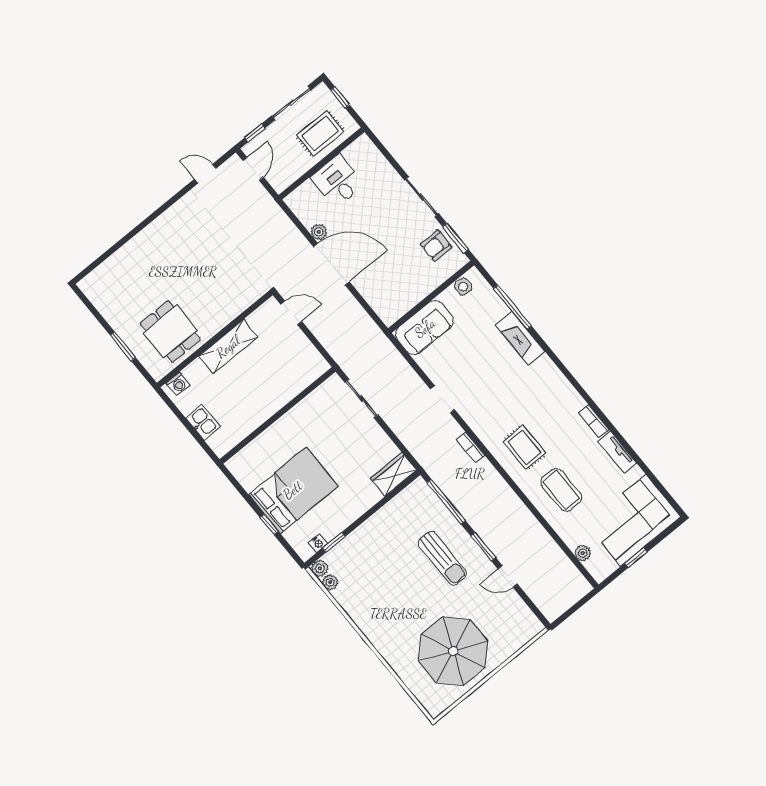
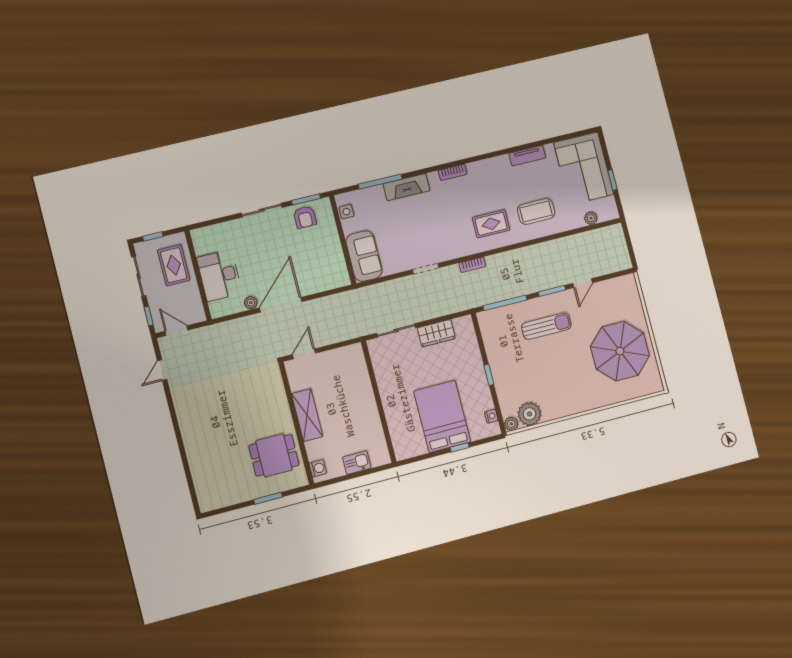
desk: (337, 181) -> (220, 275), width x1.37
bookcase: (594, 421) -> (453, 172), moved
wardrobe: (394, 474) -> (436, 333), moved, turned -90
window: (334, 542) -> (489, 375), moved
plant: (330, 582) -> (529, 414), width x1.88, depth x1.88

